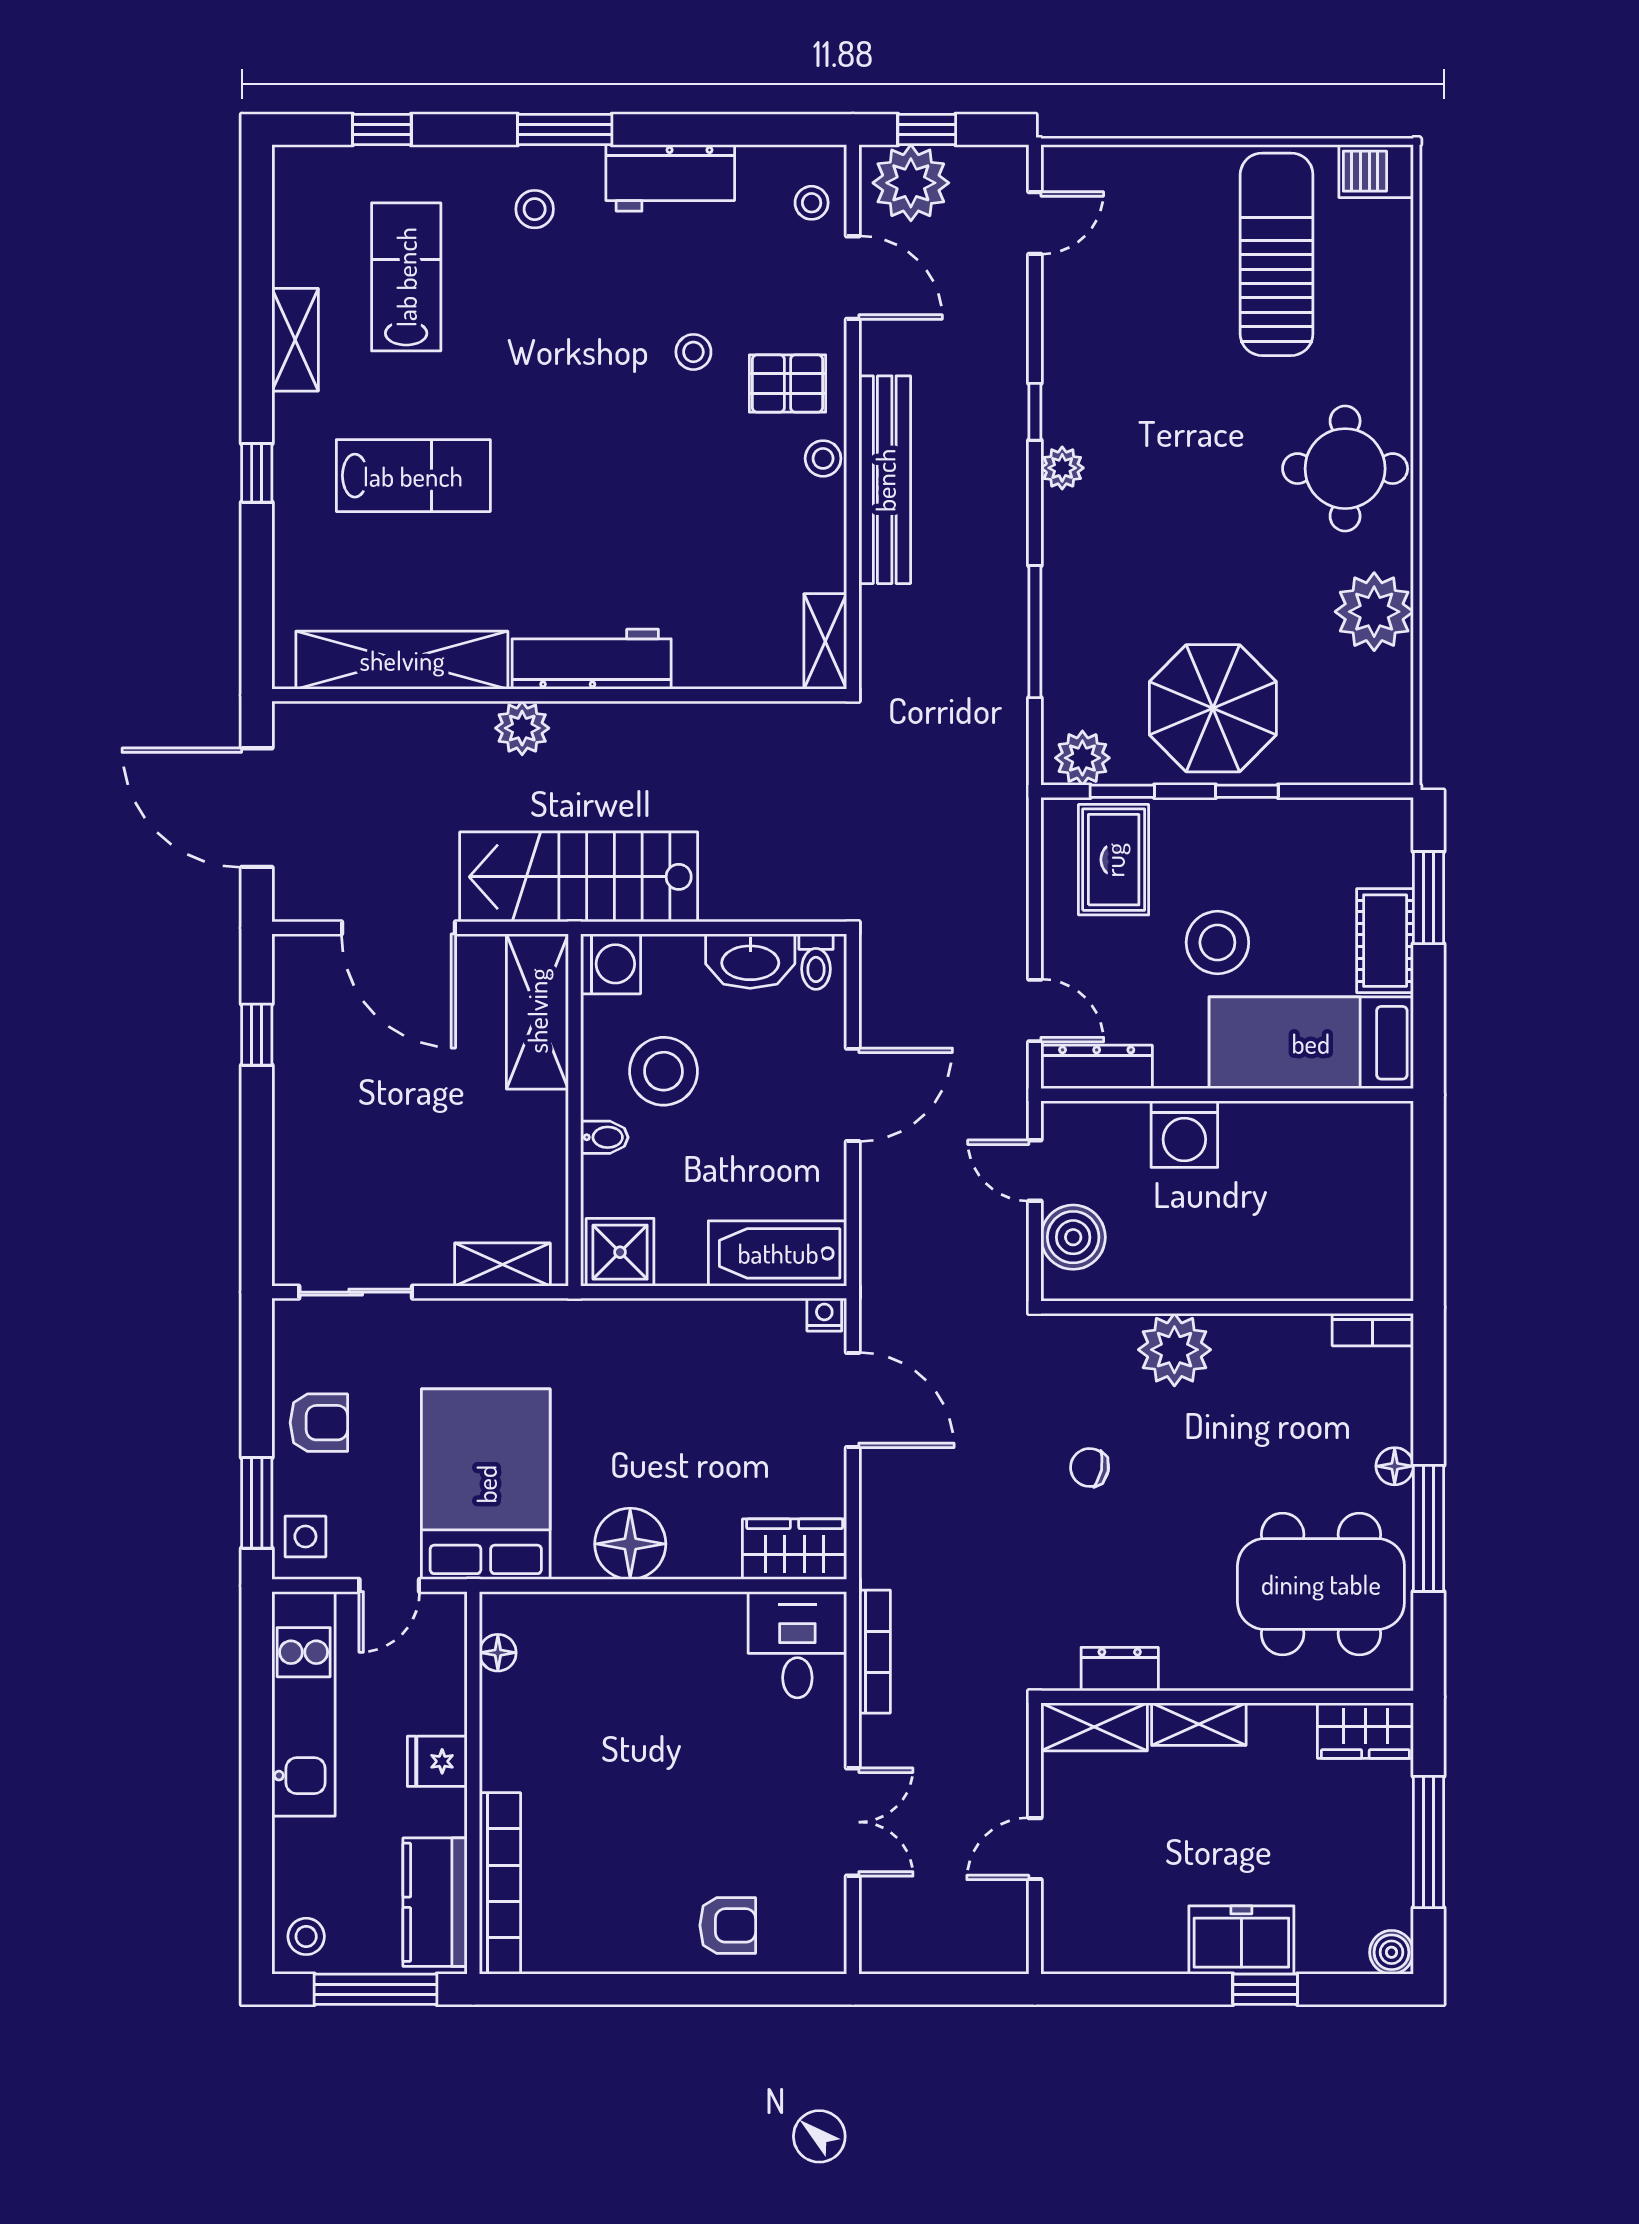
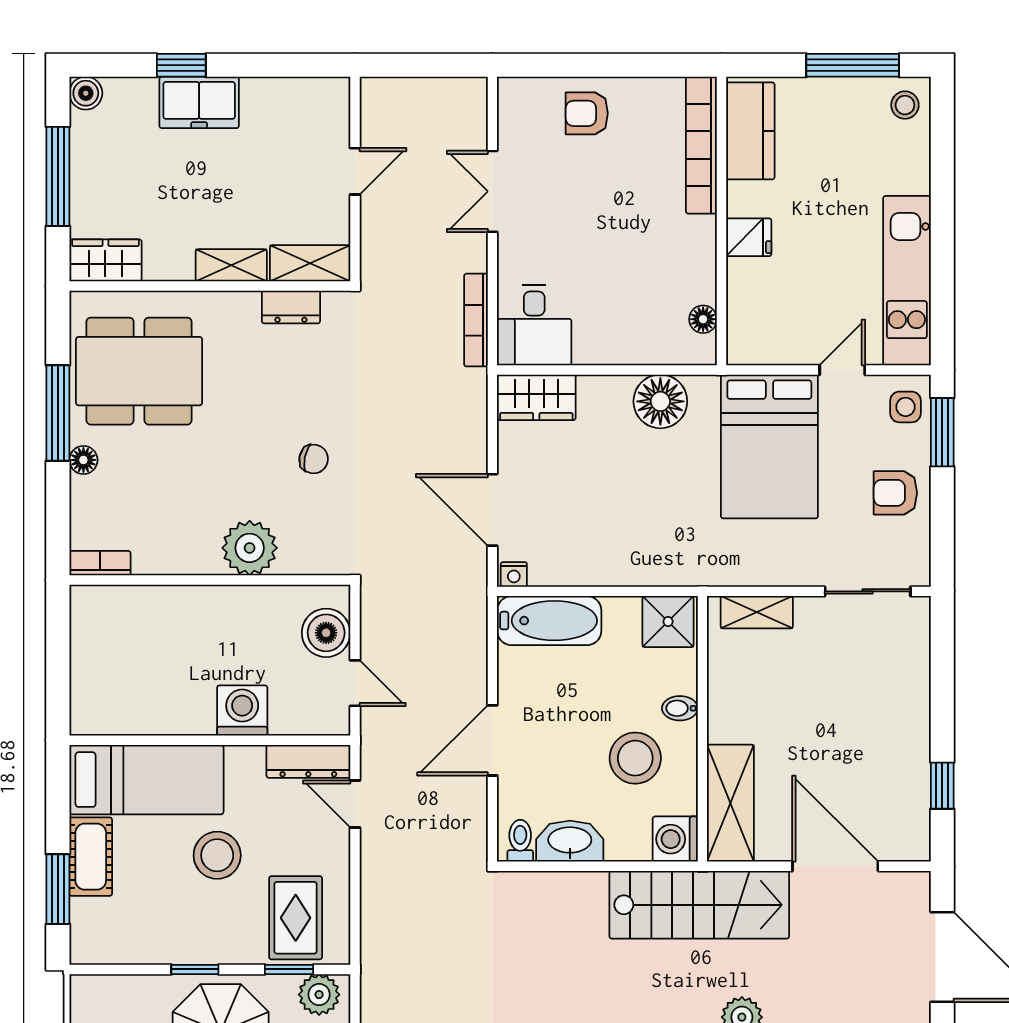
floor lamp: (498, 1653) -> (703, 319), moved
fridge: (437, 1761) -> (749, 237), moved
wall: (473, 1783) -> (722, 221), moved
bookcase: (500, 1883) -> (701, 145), moved
kitchen counter: (435, 1902) -> (750, 131), moved

